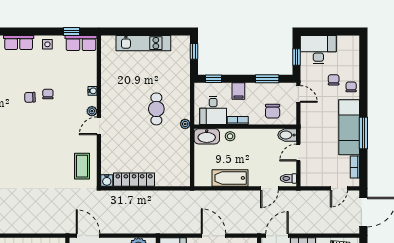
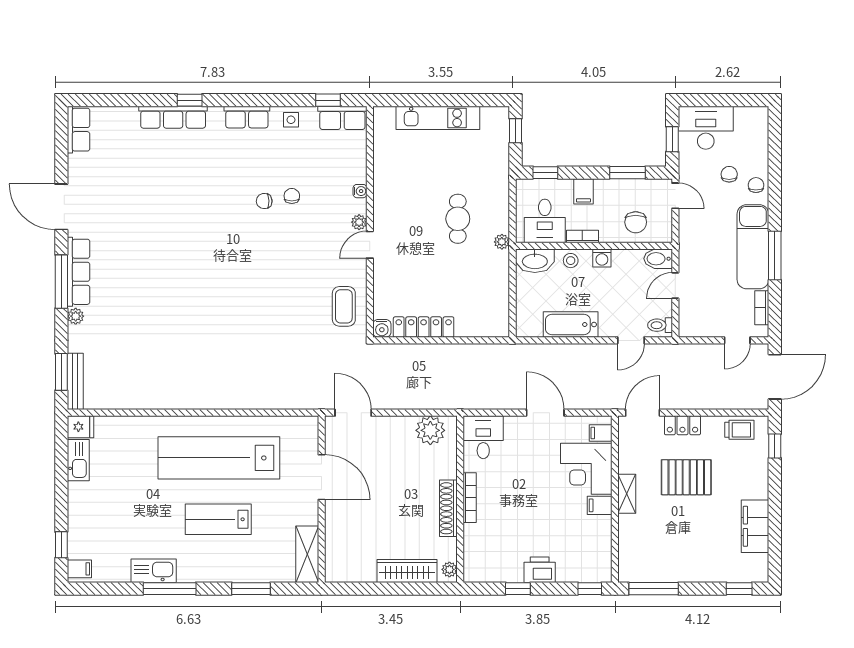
washing machine: (250, 135) -> (602, 258), added

